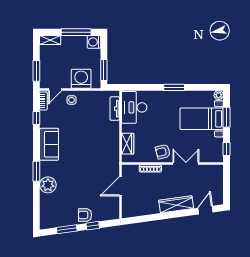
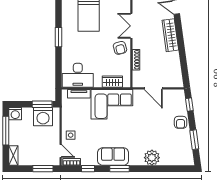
washing machine: (81, 79) -> (43, 117), moved, turned -90
corner sofa: (104, 143) -> (112, 104), added
window: (36, 171) -> (119, 169), moved
window: (93, 226) -> (189, 105), moved

